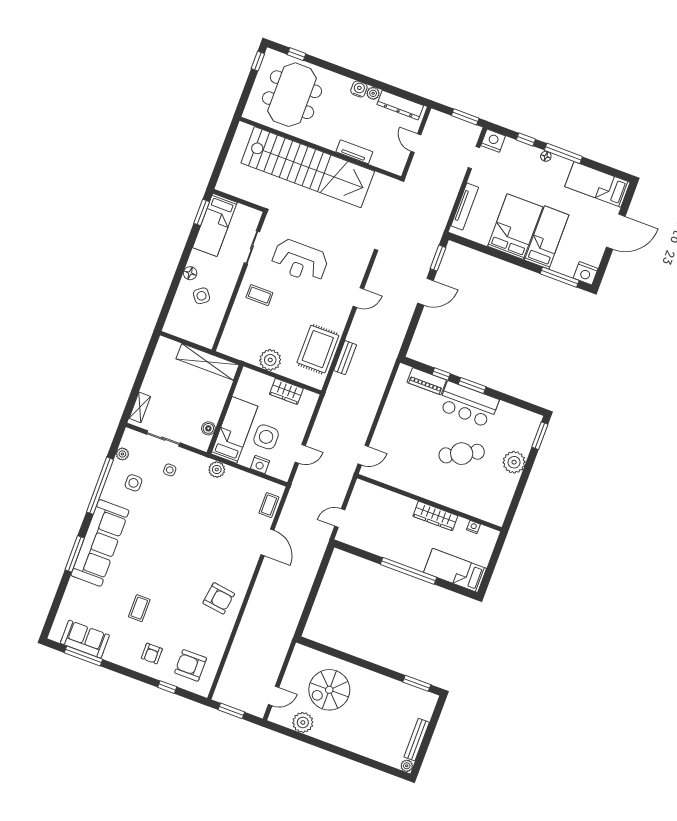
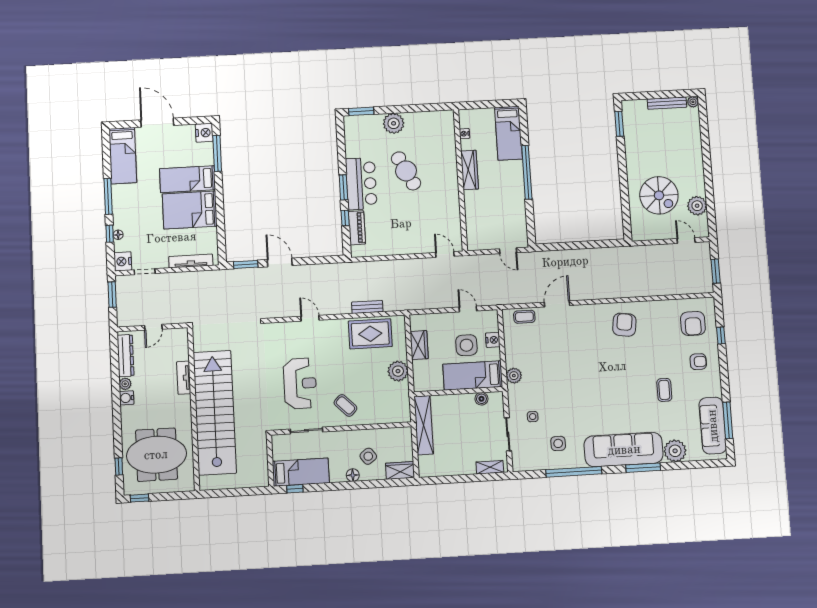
floor lamp: (546, 156) -> (118, 235), moved
window: (202, 212) -> (295, 489), width x0.67
coffee table: (259, 295) -> (345, 405), turned -45
wardrobe: (175, 320) -> (400, 470), added
plant: (122, 454) -> (675, 451), moved, width x1.87, depth x1.87
coffee table: (139, 608) -> (664, 390), turned 90
sofa: (85, 639) -> (713, 426), width x1.36

